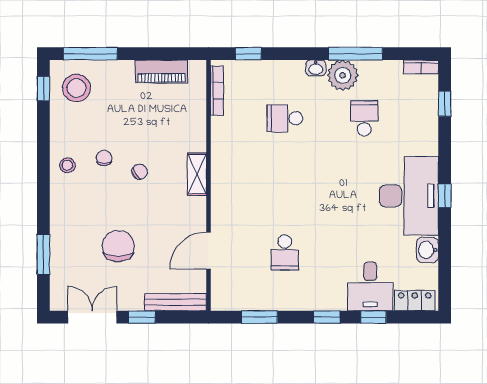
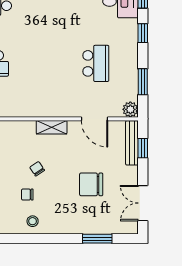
shelving: (197, 174) -> (52, 127), moved
school desk: (285, 252) -> (96, 63), width x1.85
plant: (221, 300) -> (130, 109), added
window: (142, 317) -> (143, 148), moved

